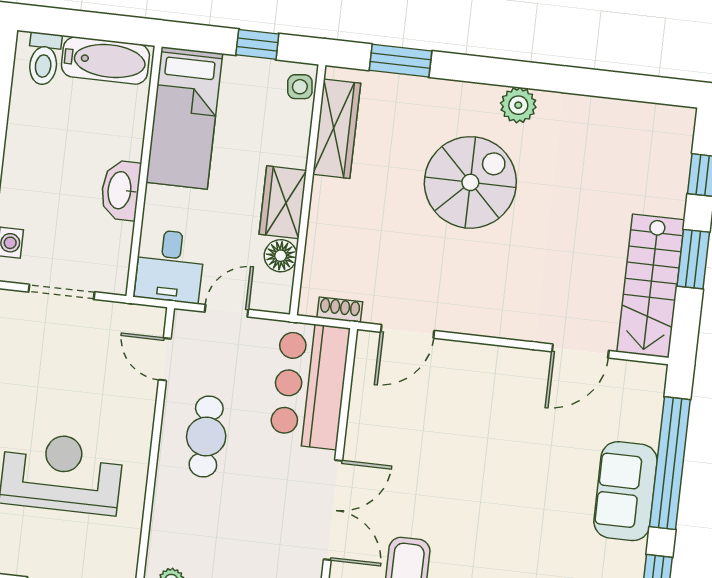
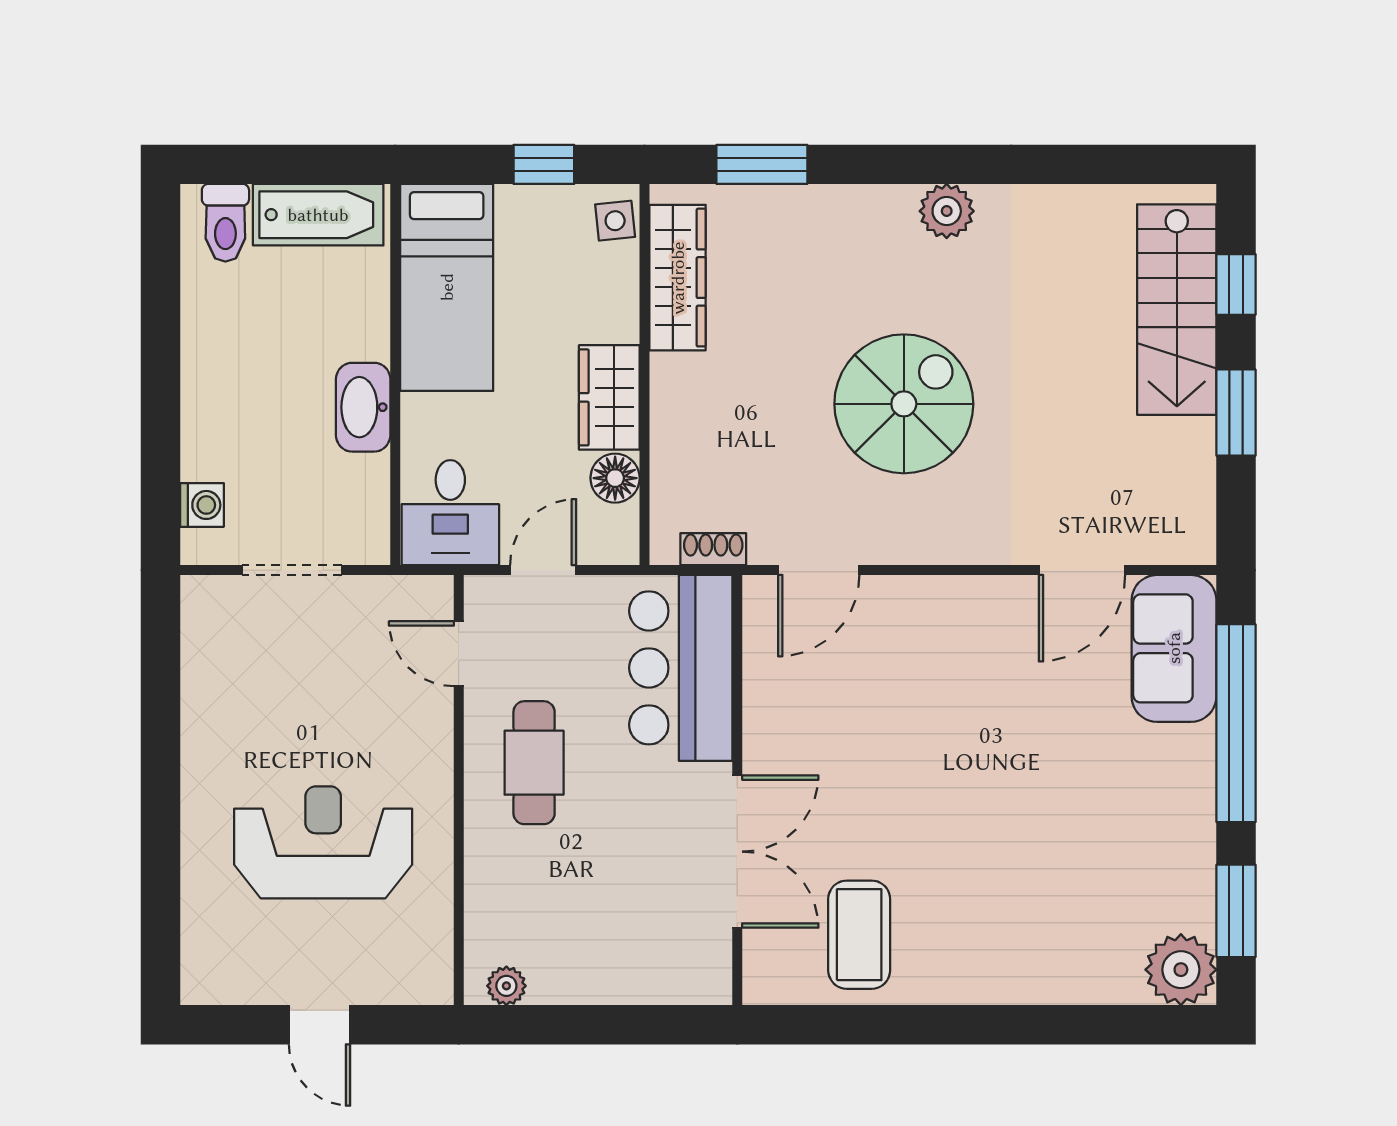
spiral stairs: (470, 182) -> (904, 404), moved
stairs: (651, 286) -> (1177, 310), moved
sofa: (626, 491) -> (1174, 648), moved

